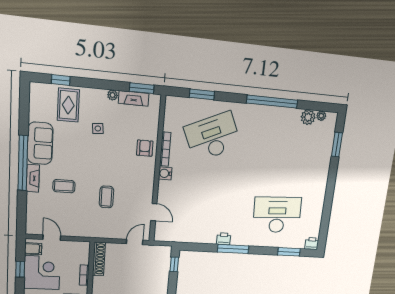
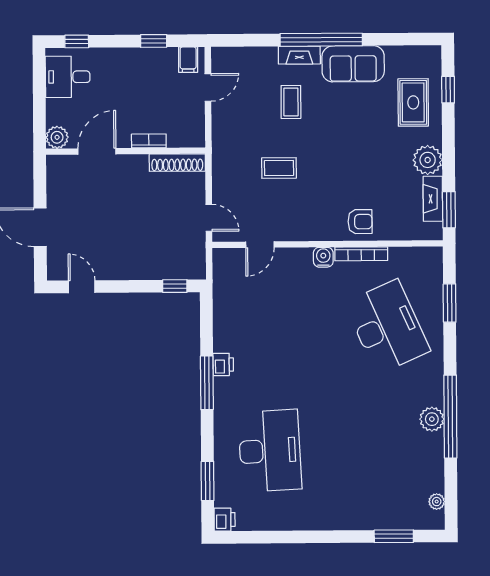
plant: (113, 95) -> (428, 160), width x1.88, depth x1.88
rug: (68, 105) -> (413, 102), turned 90
plant: (308, 117) -> (432, 419), moved
side table: (98, 128) -> (383, 148), removed
corner desk: (42, 273) -> (150, 75), removed

